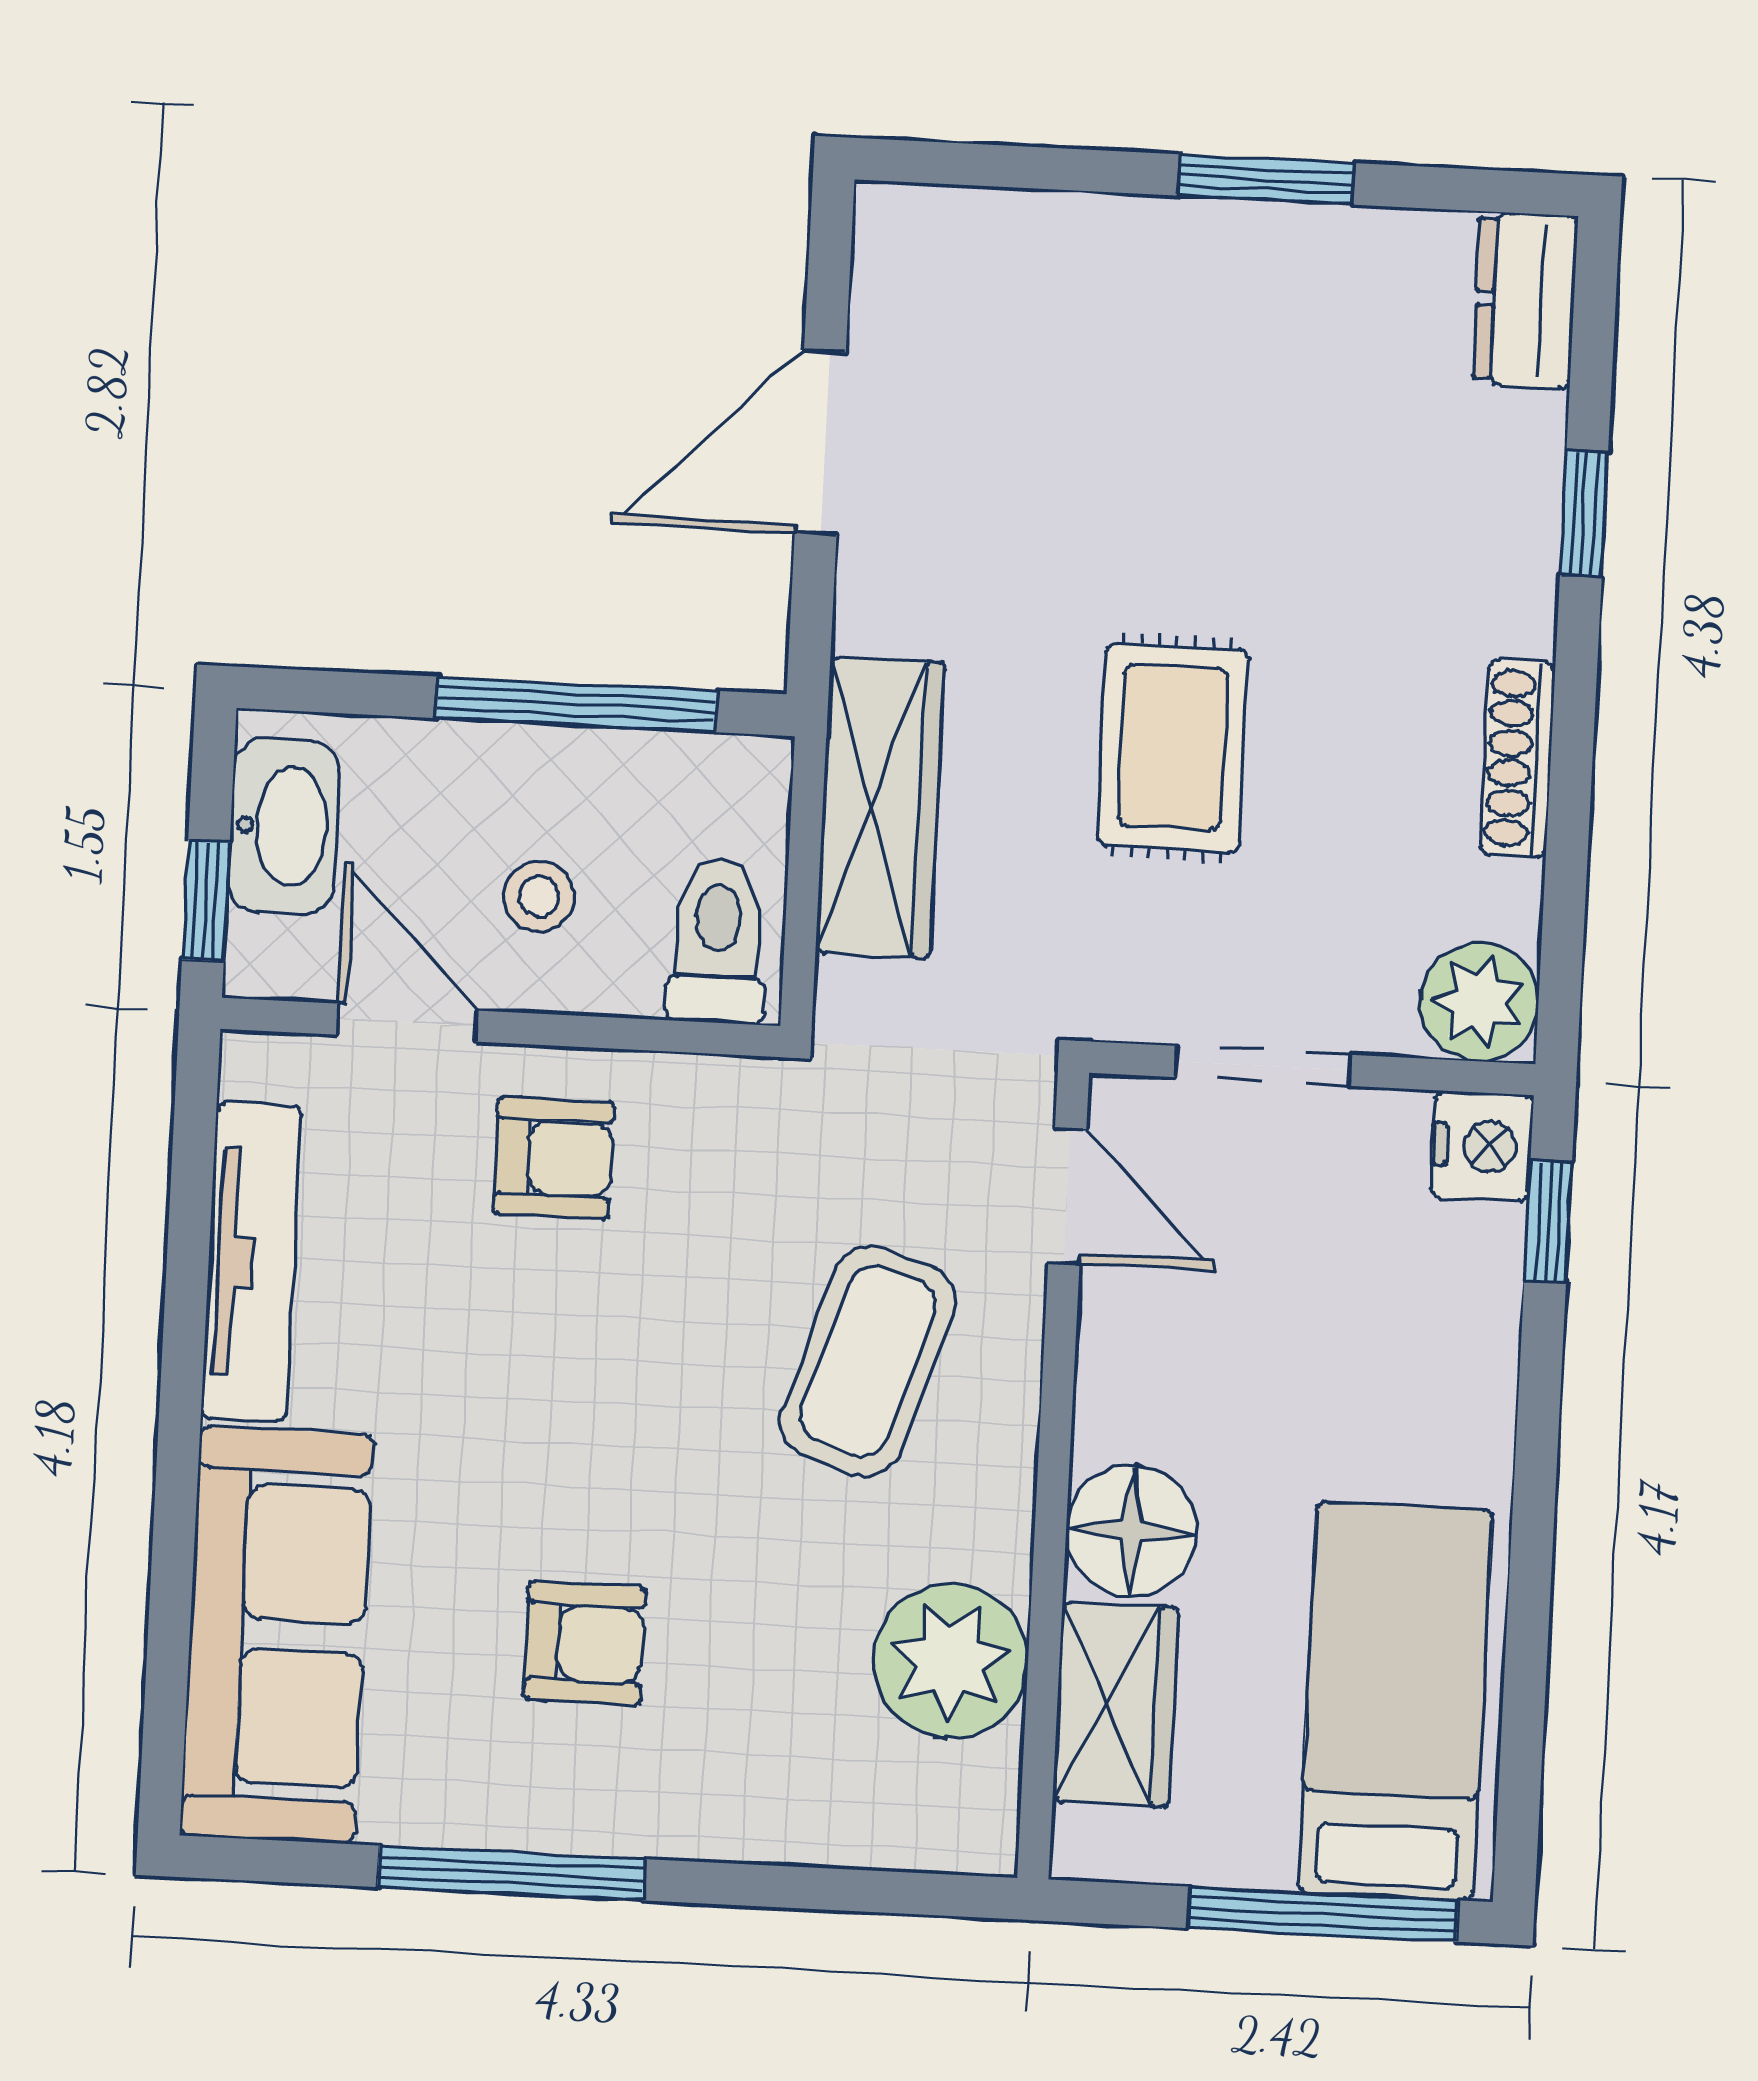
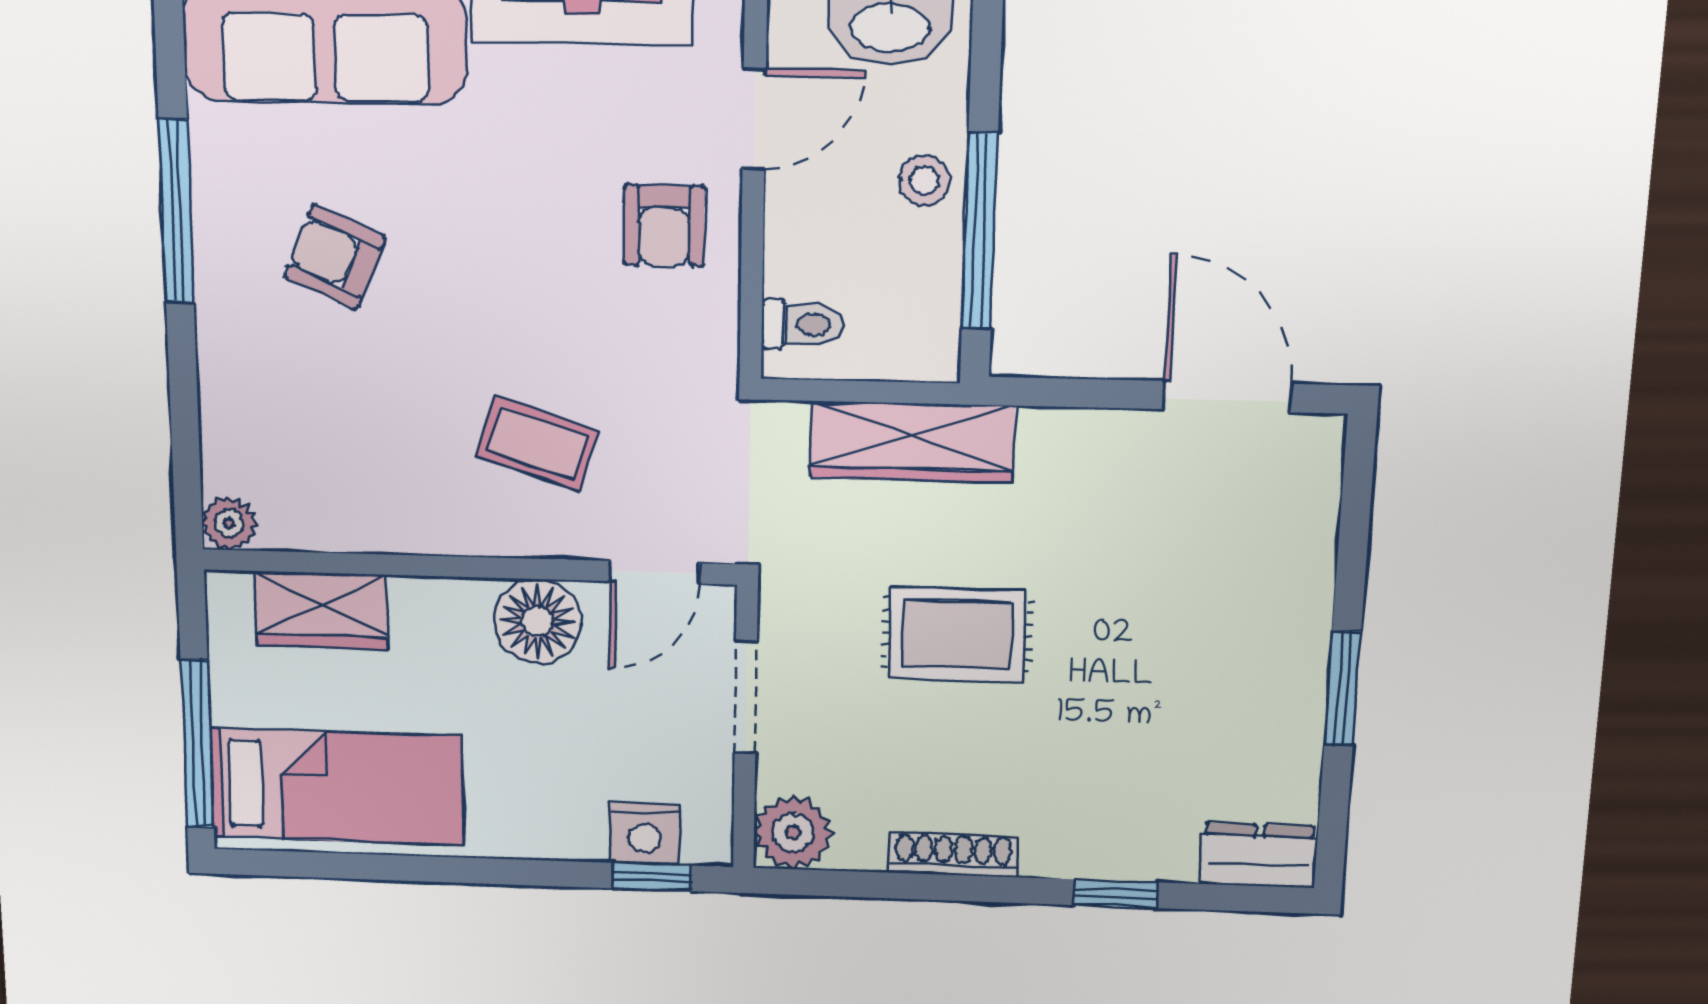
door: (820, 443) -> (1227, 397), moved
stool: (539, 897) -> (924, 180), moved
toilet: (718, 941) -> (803, 325), width x0.73, depth x0.72
nightstand: (1482, 1146) -> (644, 834), moved
coffee table: (868, 1361) -> (537, 443), width x0.73, depth x0.77
floor lamp: (1132, 1531) -> (538, 621), moved
armchair: (584, 1643) -> (335, 257), turned 113
plant: (951, 1661) -> (229, 523), moved, width x0.53, depth x0.53

